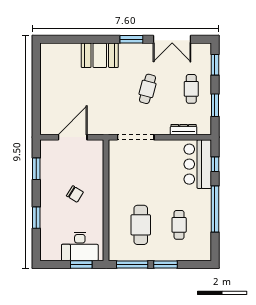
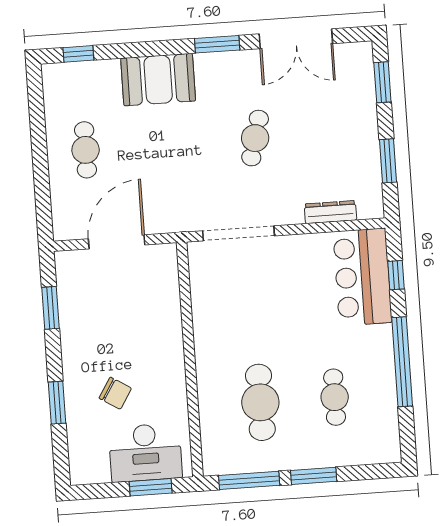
window: (60, 39) -> (78, 54), added
cafe table: (191, 89) -> (86, 150), moved
chair: (75, 194) -> (115, 393), moved

